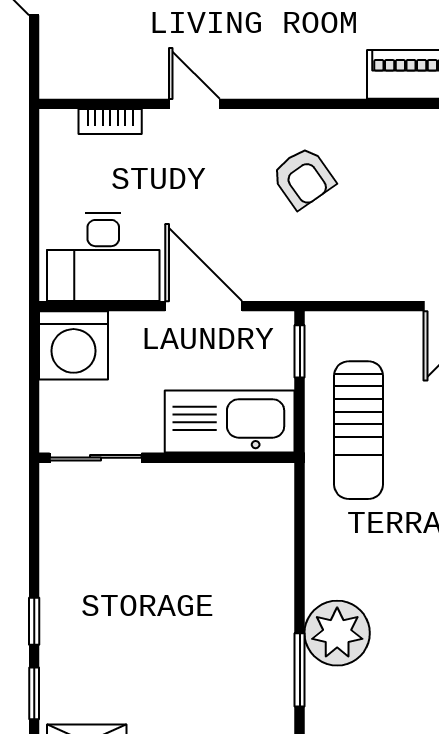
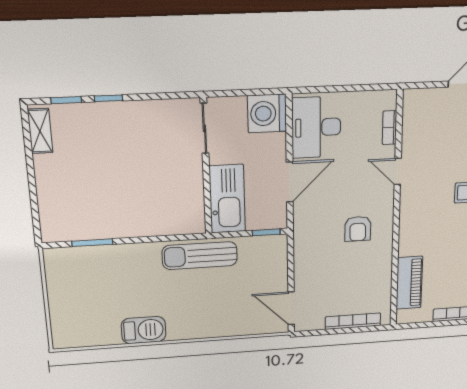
door: (194, 104) -> (398, 171), swing flipped
armchair: (303, 178) -> (358, 229), turned -55
sun lounger: (359, 430) -> (200, 256), moved
plant: (337, 633) -> (114, 261), removed

